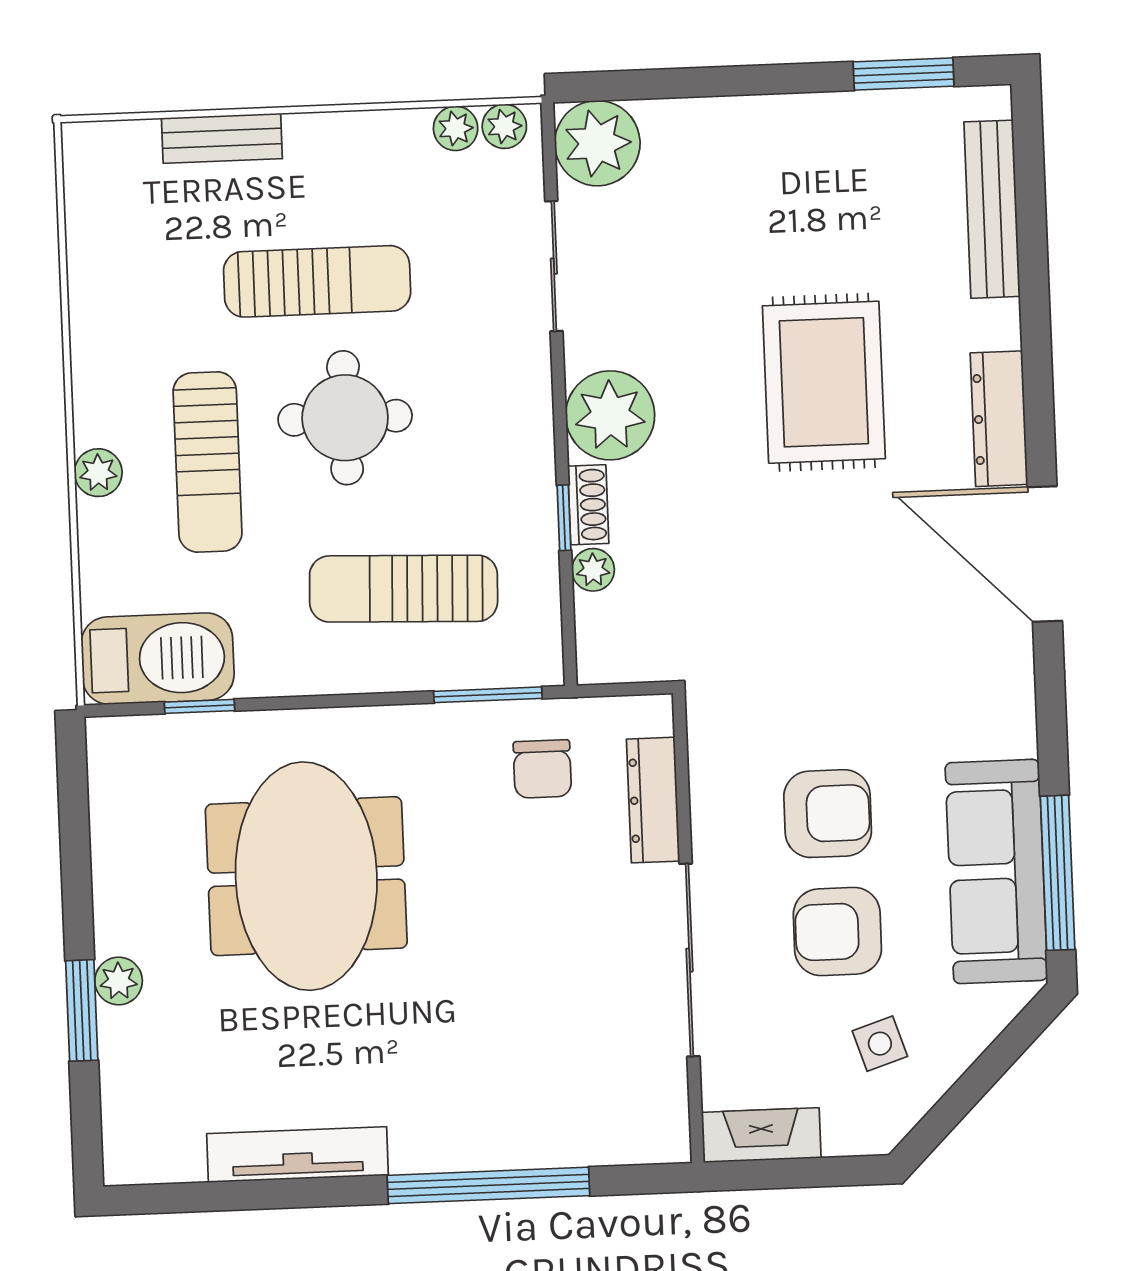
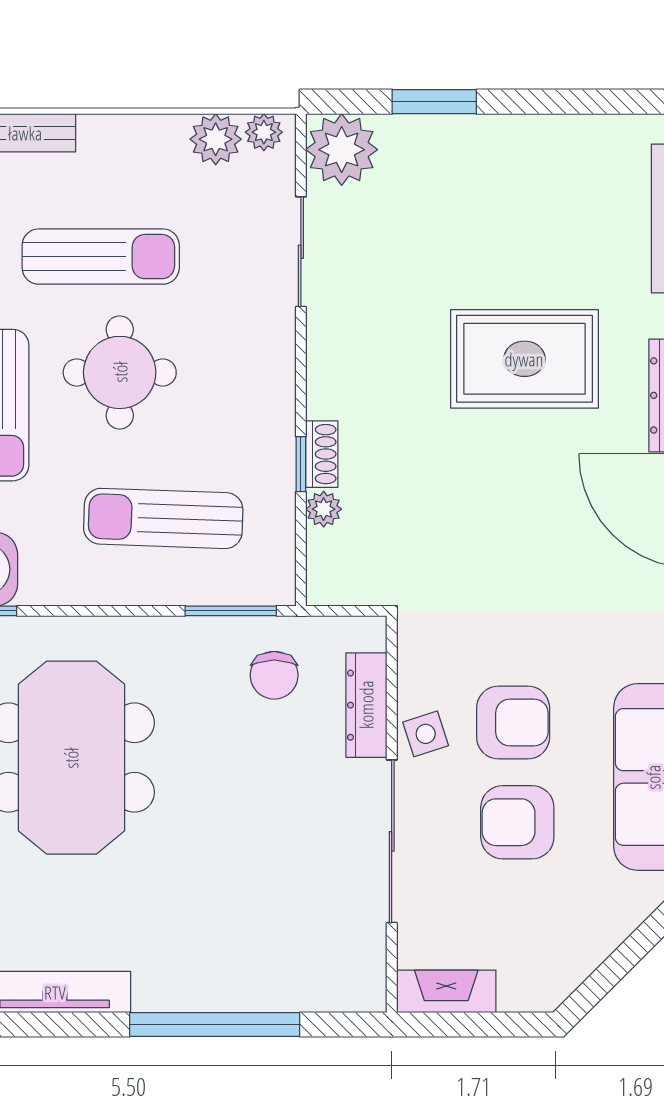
window: (904, 74) -> (434, 102), moved
plant: (456, 128) -> (216, 139), width x1.38, depth x1.38
rug: (824, 382) -> (524, 359), turned 90
plant: (610, 415) -> (343, 379), removed
side table: (880, 1044) -> (426, 734), moved

